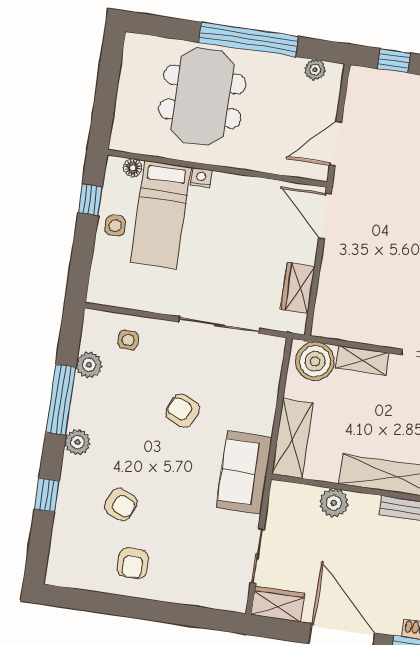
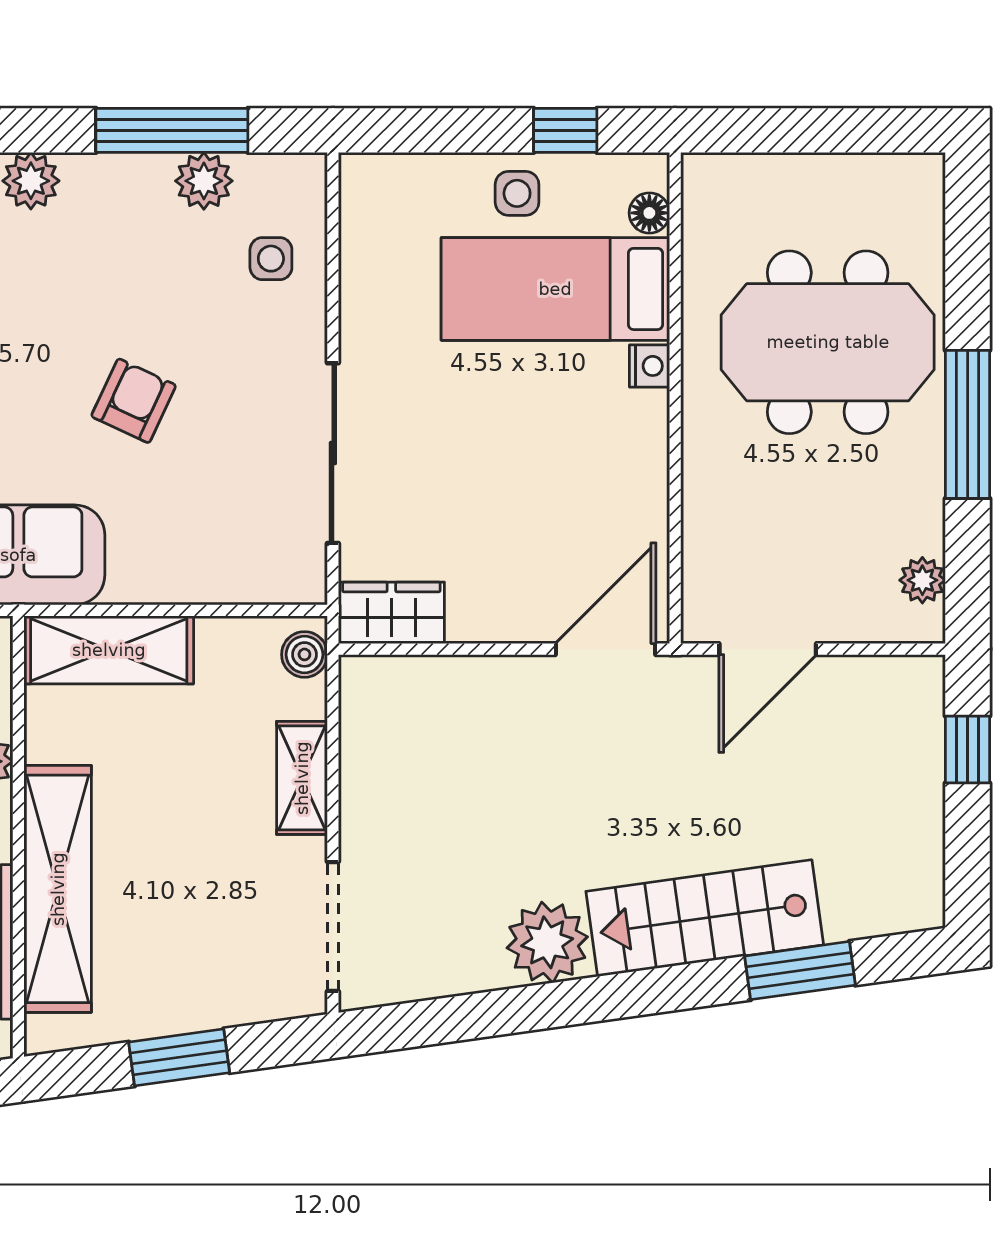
window: (248, 39) -> (968, 424), width x0.68
door: (336, 144) -> (768, 649), swing flipped
wardrobe: (298, 288) -> (391, 613), moved
boiler: (315, 361) -> (304, 654), width x0.54, depth x0.54
window: (61, 400) -> (172, 130), moved

